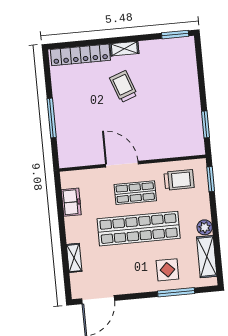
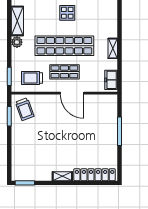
trolley: (123, 87) -> (25, 109), moved
freezer: (71, 202) -> (111, 80), moved
shelving: (74, 258) -> (113, 48), moved
display table: (167, 270) -> (67, 13), moved

